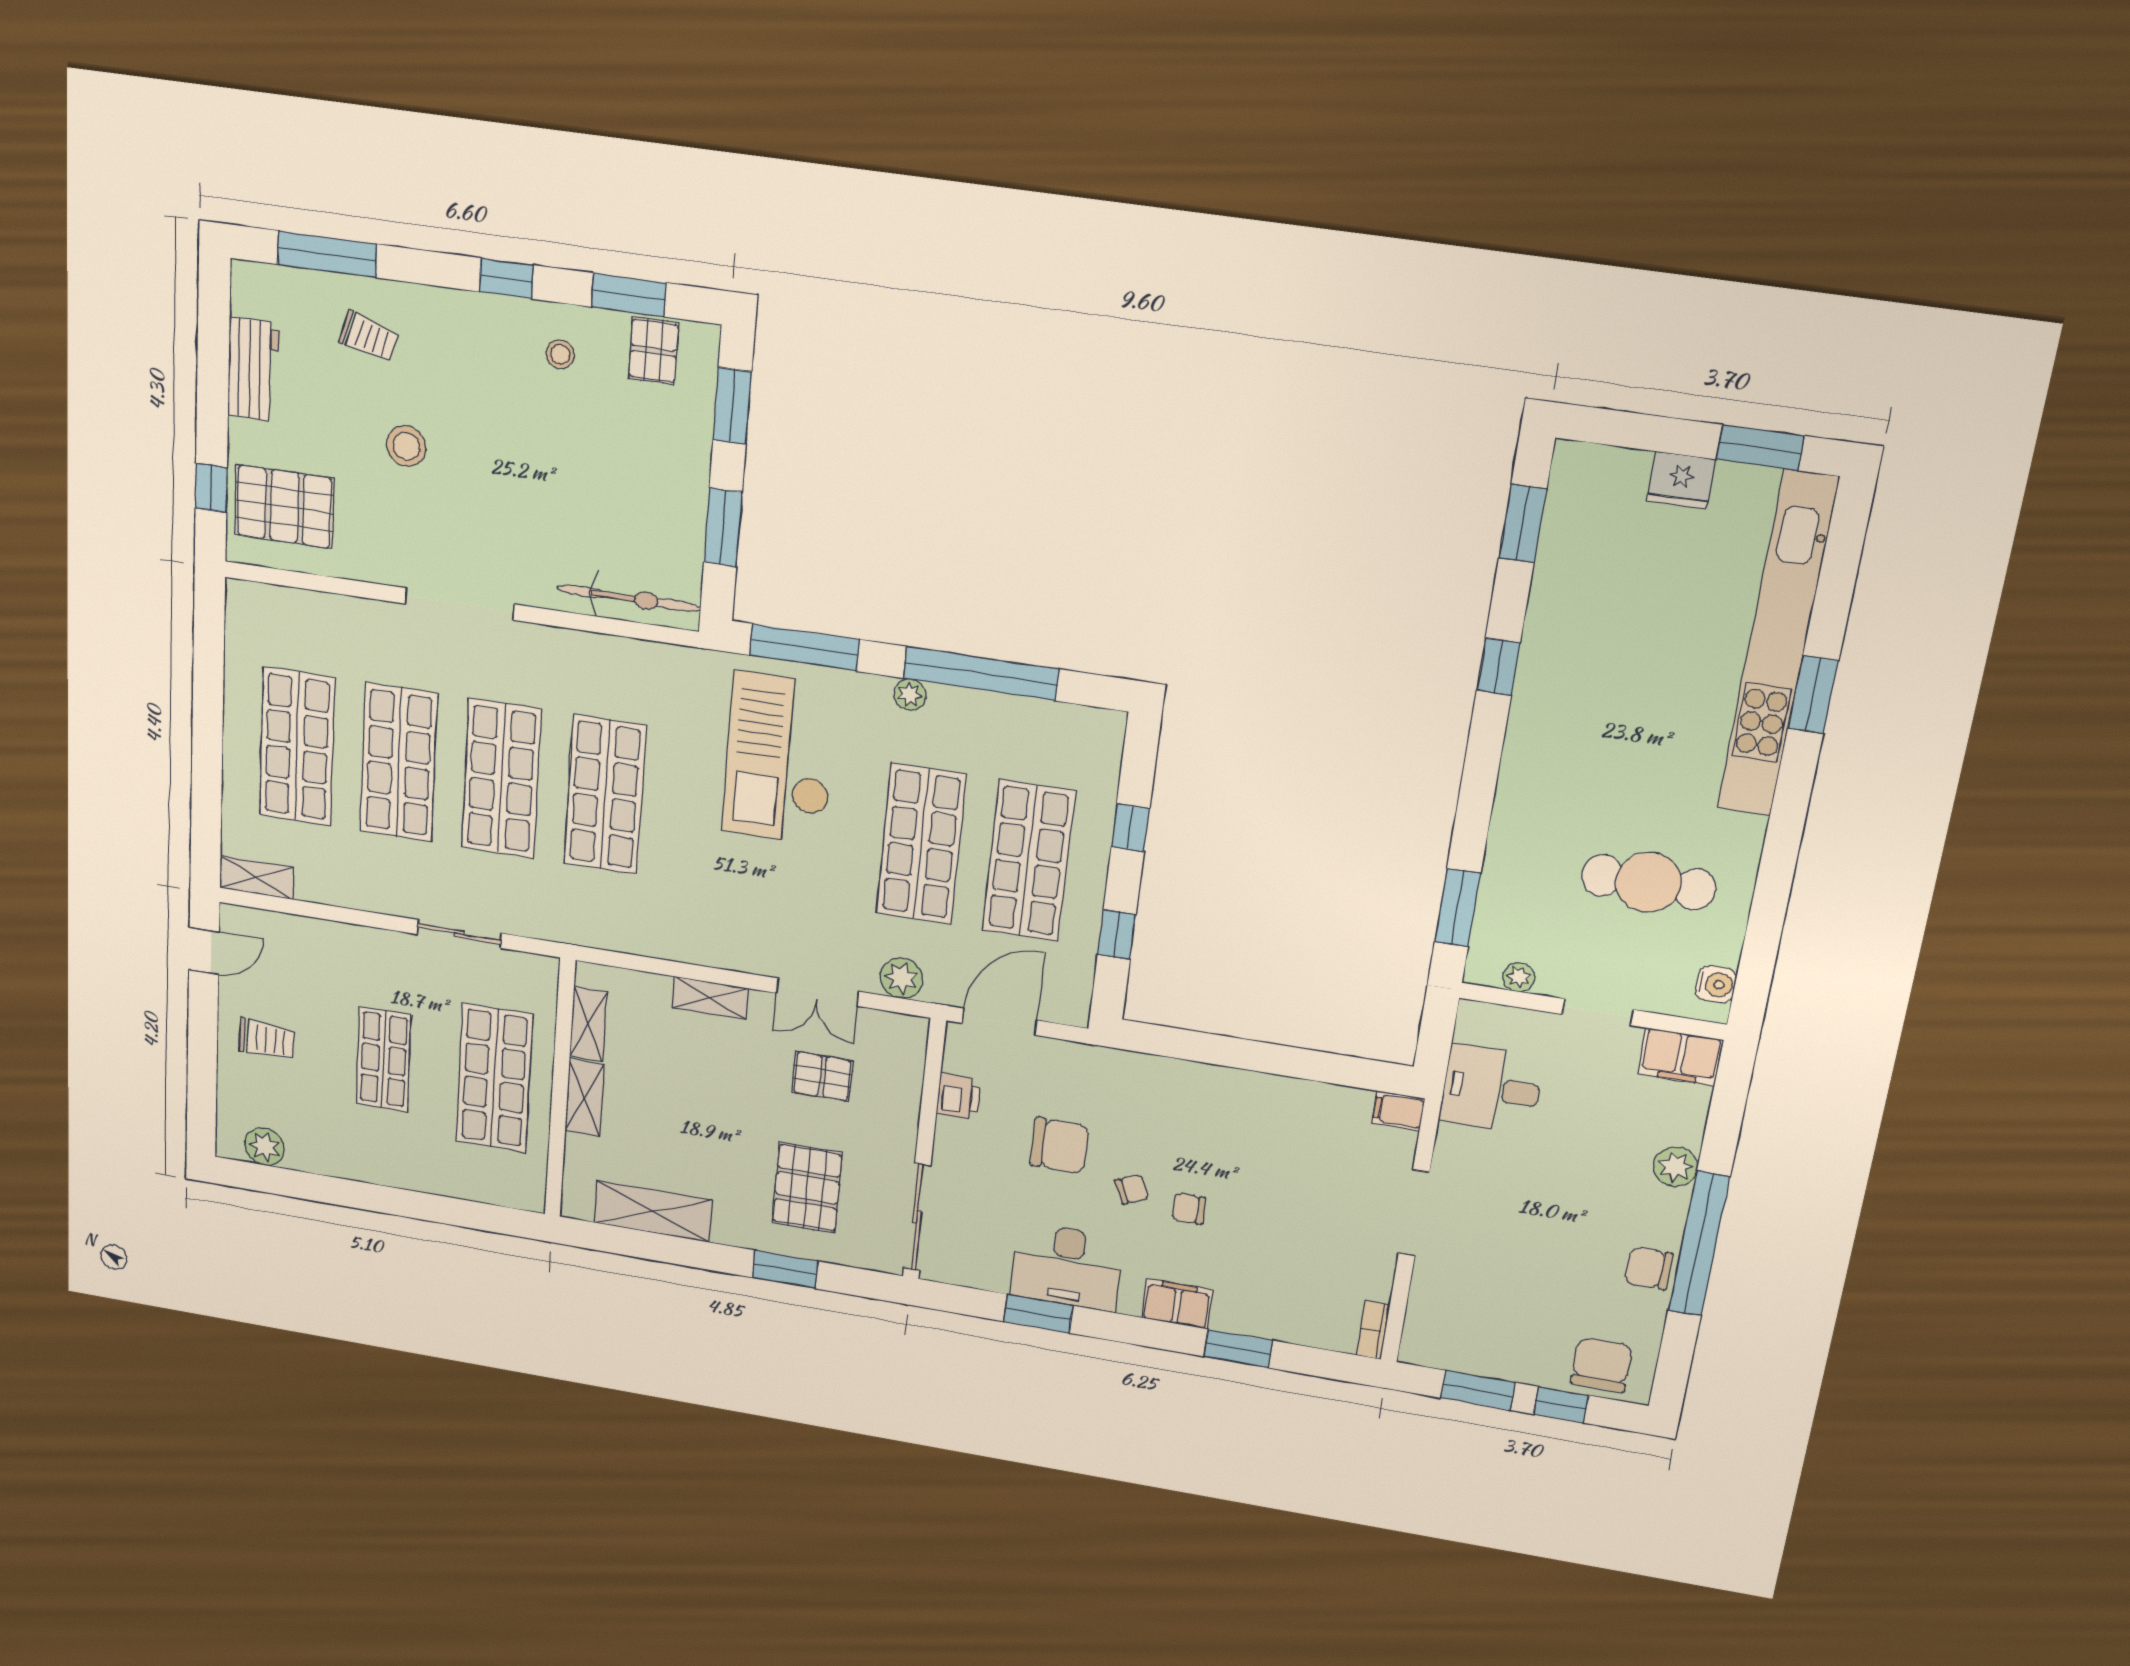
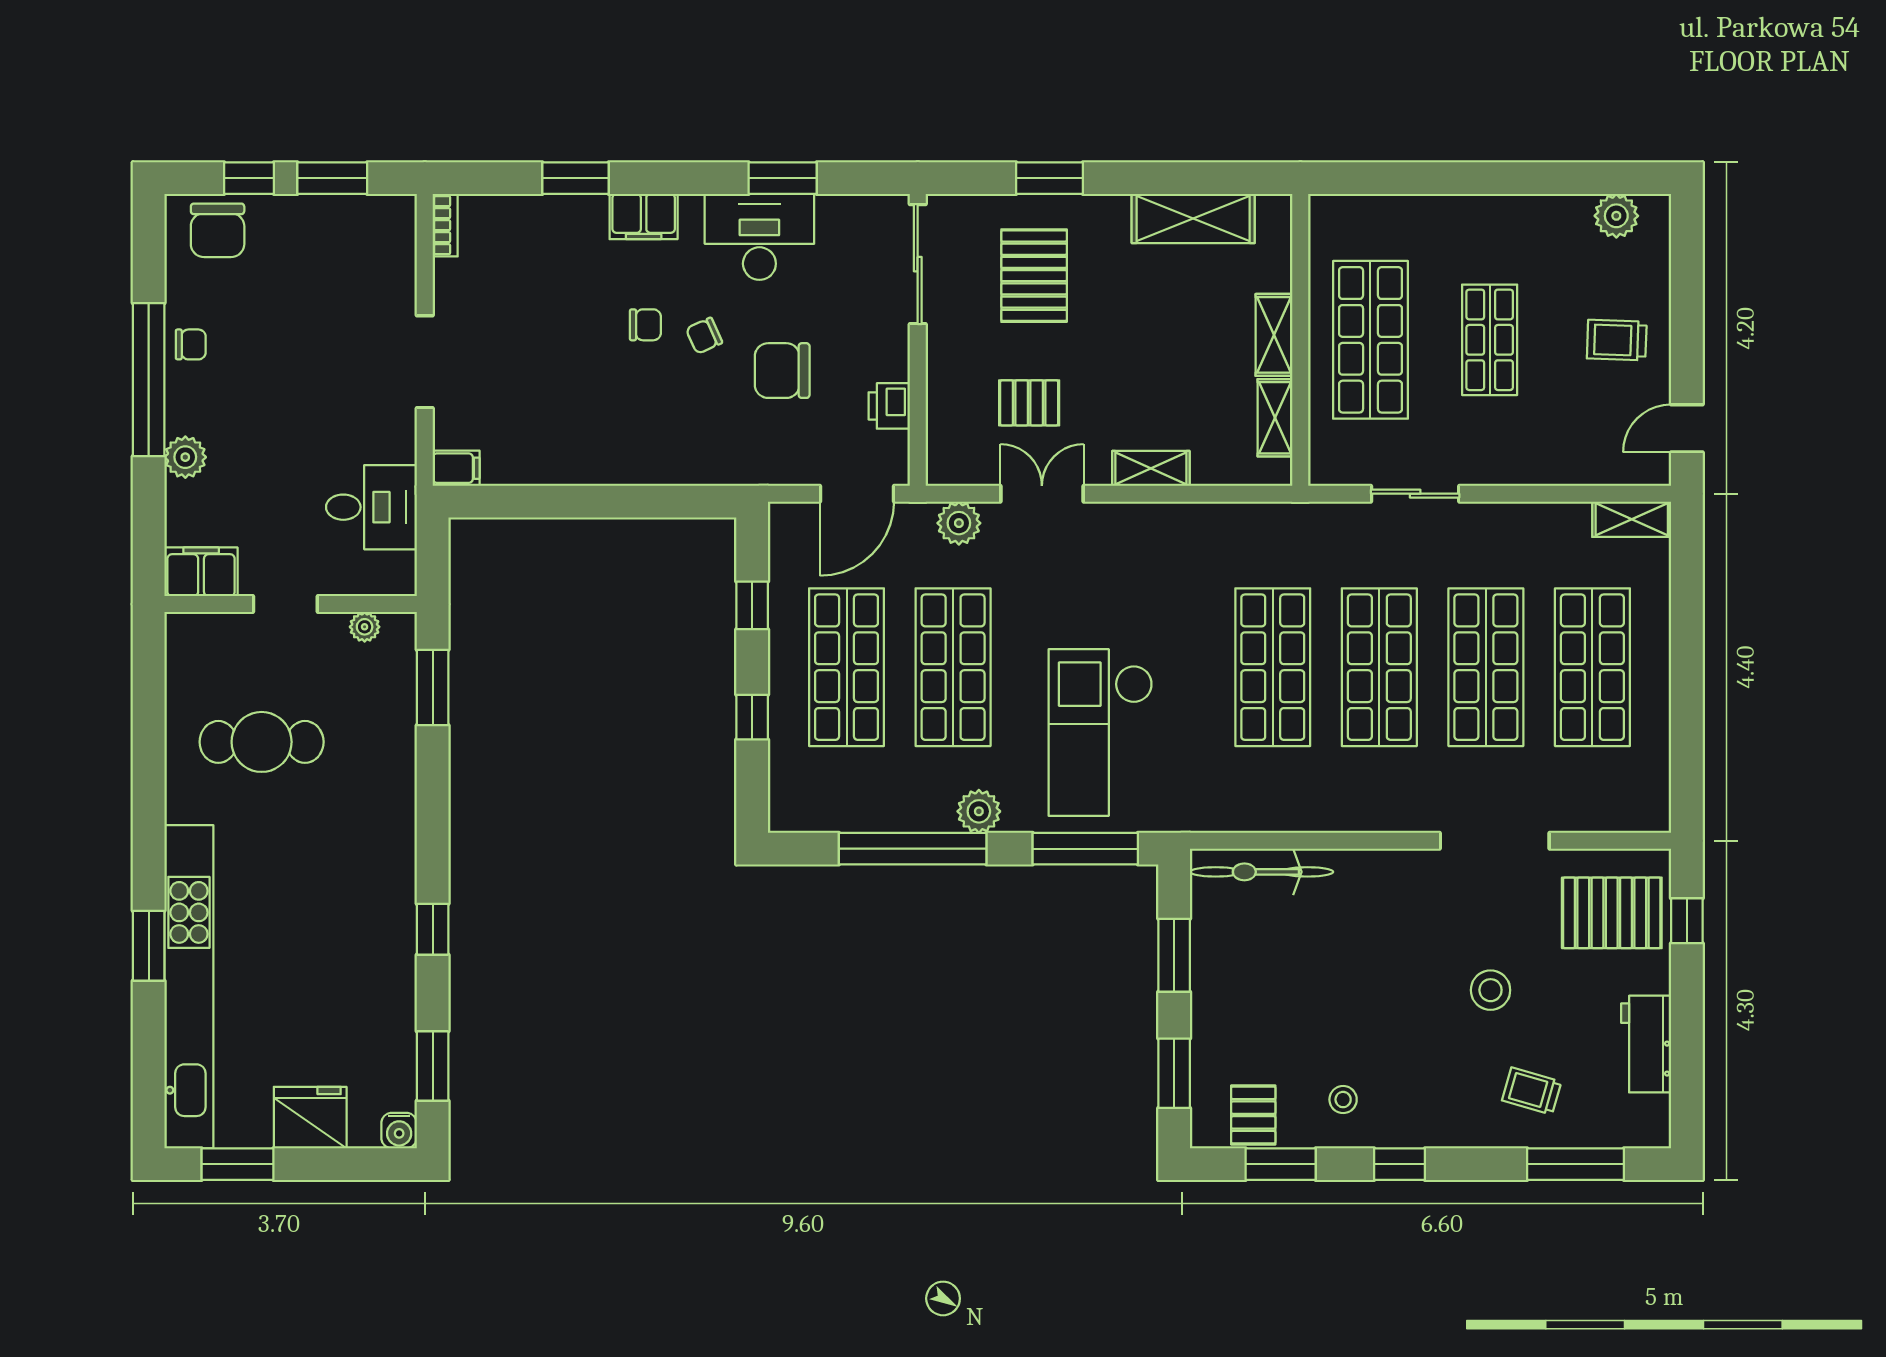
fridge: (1681, 480) -> (310, 1118), width x1.36, depth x1.34
doorway: (460, 604) -> (1495, 841), moved
plant: (910, 695) -> (979, 811), width x1.38, depth x1.38
checkout: (780, 759) -> (1101, 732), turned 180
water cooler: (1716, 984) -> (399, 1131), moved, turned -90
chair: (1649, 1268) -> (191, 344), width x0.73, depth x0.73

